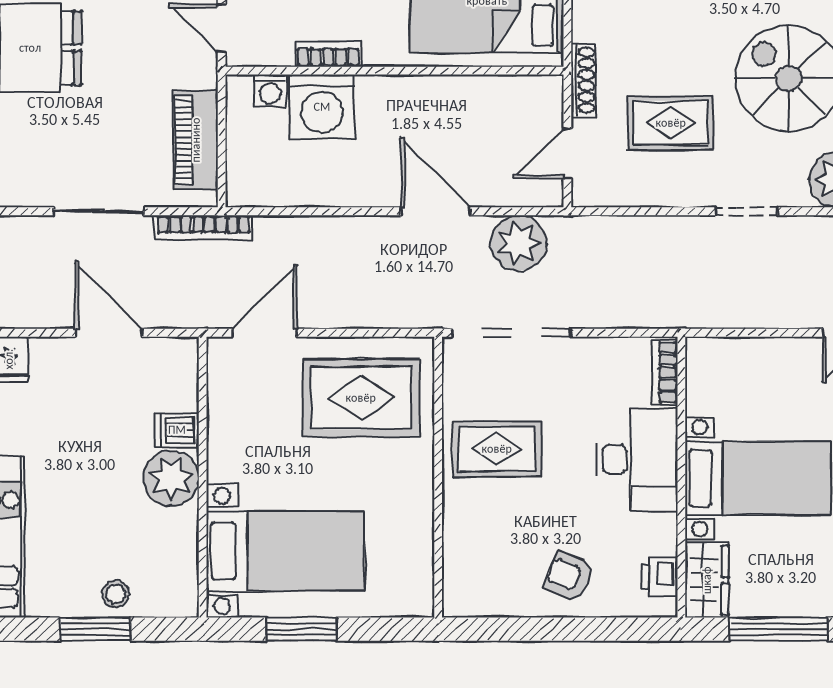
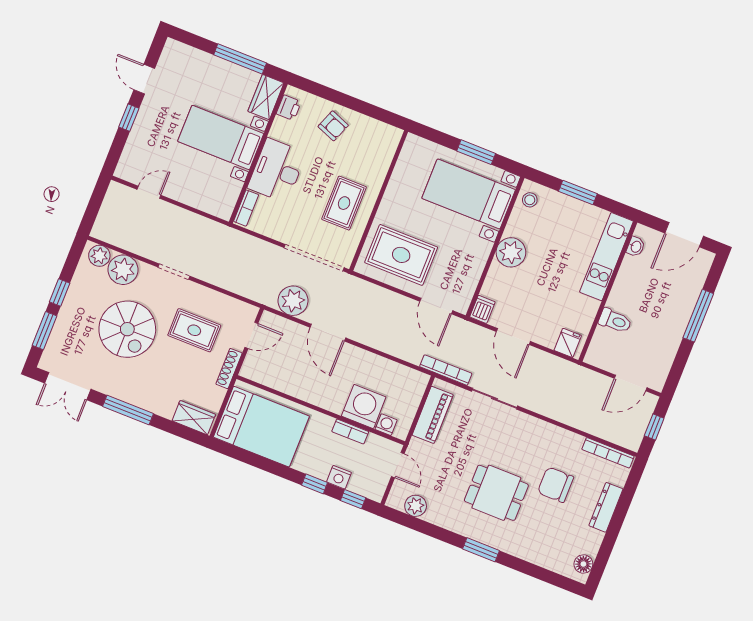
door: (265, 333) -> (436, 306), hinge flipped
dishwasher: (177, 430) -> (482, 309), moved, turned -90
rug: (497, 449) -> (344, 203), turned 90
stool: (116, 594) -> (530, 200), moved

